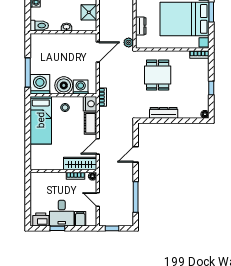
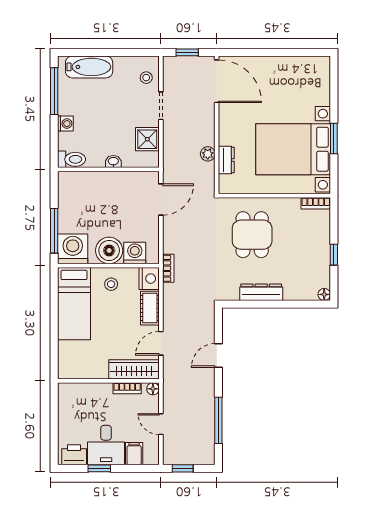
plant: (129, 42) -> (208, 154), moved

